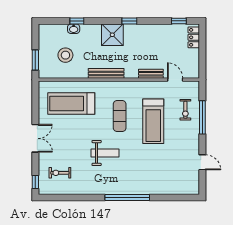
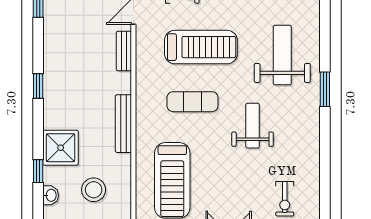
washbasin: (74, 29) -> (51, 195), moved
shower: (112, 35) -> (61, 148), moved
weight bench: (148, 171) -> (282, 55), added
window: (127, 198) -> (325, 89), width x0.47

